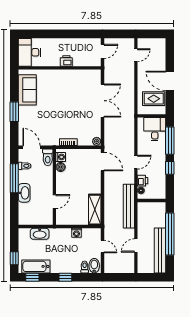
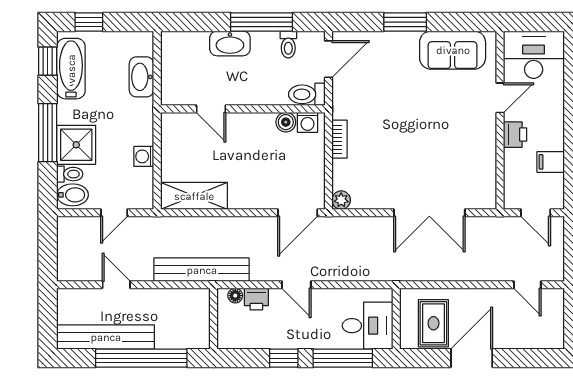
filing cabinet: (79, 44) -> (551, 162), added
door: (49, 68) -> (500, 98), added
shower: (71, 264) -> (76, 145), added
window: (65, 277) -> (48, 133), width x2.17

